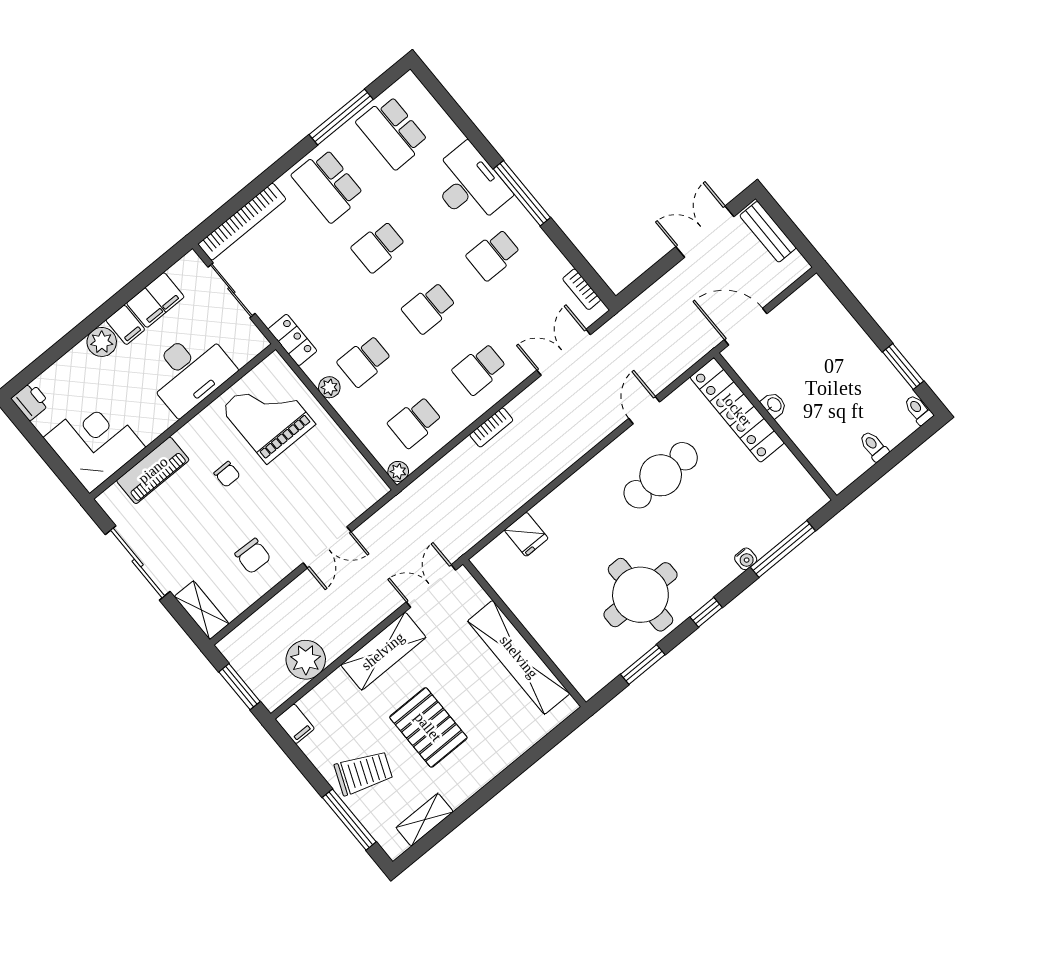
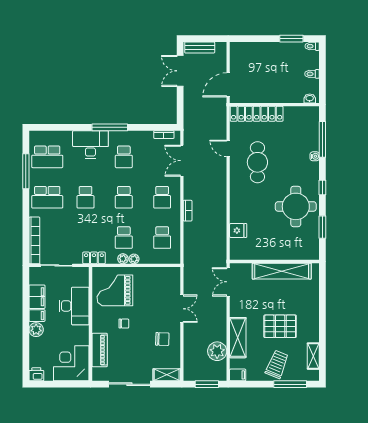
washbasin: (774, 405) -> (310, 98), moved
plant: (398, 471) -> (134, 259), moved
shelving: (383, 651) -> (238, 338), moved

